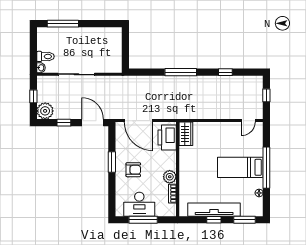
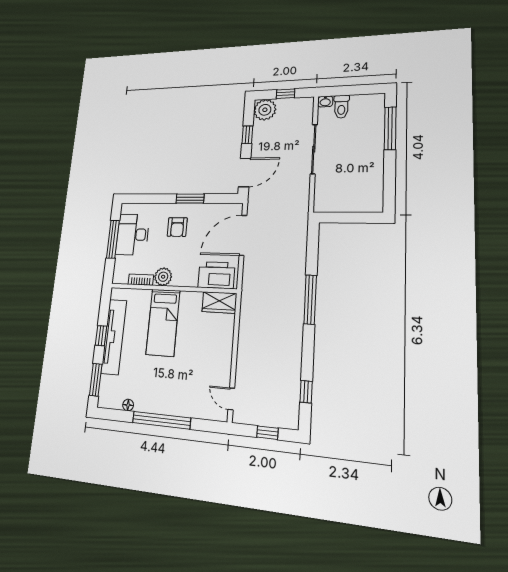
window: (225, 72) -> (306, 392), moved
bed: (240, 167) -> (163, 322), moved, turned 180

